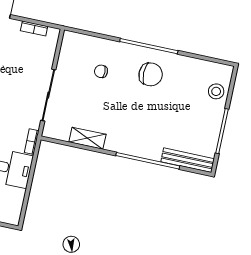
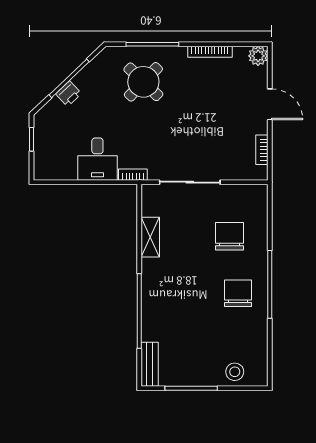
chair: (101, 71) -> (230, 236), width x1.87, depth x1.87
chair: (151, 74) -> (238, 293), turned 180
bench: (188, 160) -> (150, 364), width x0.73

